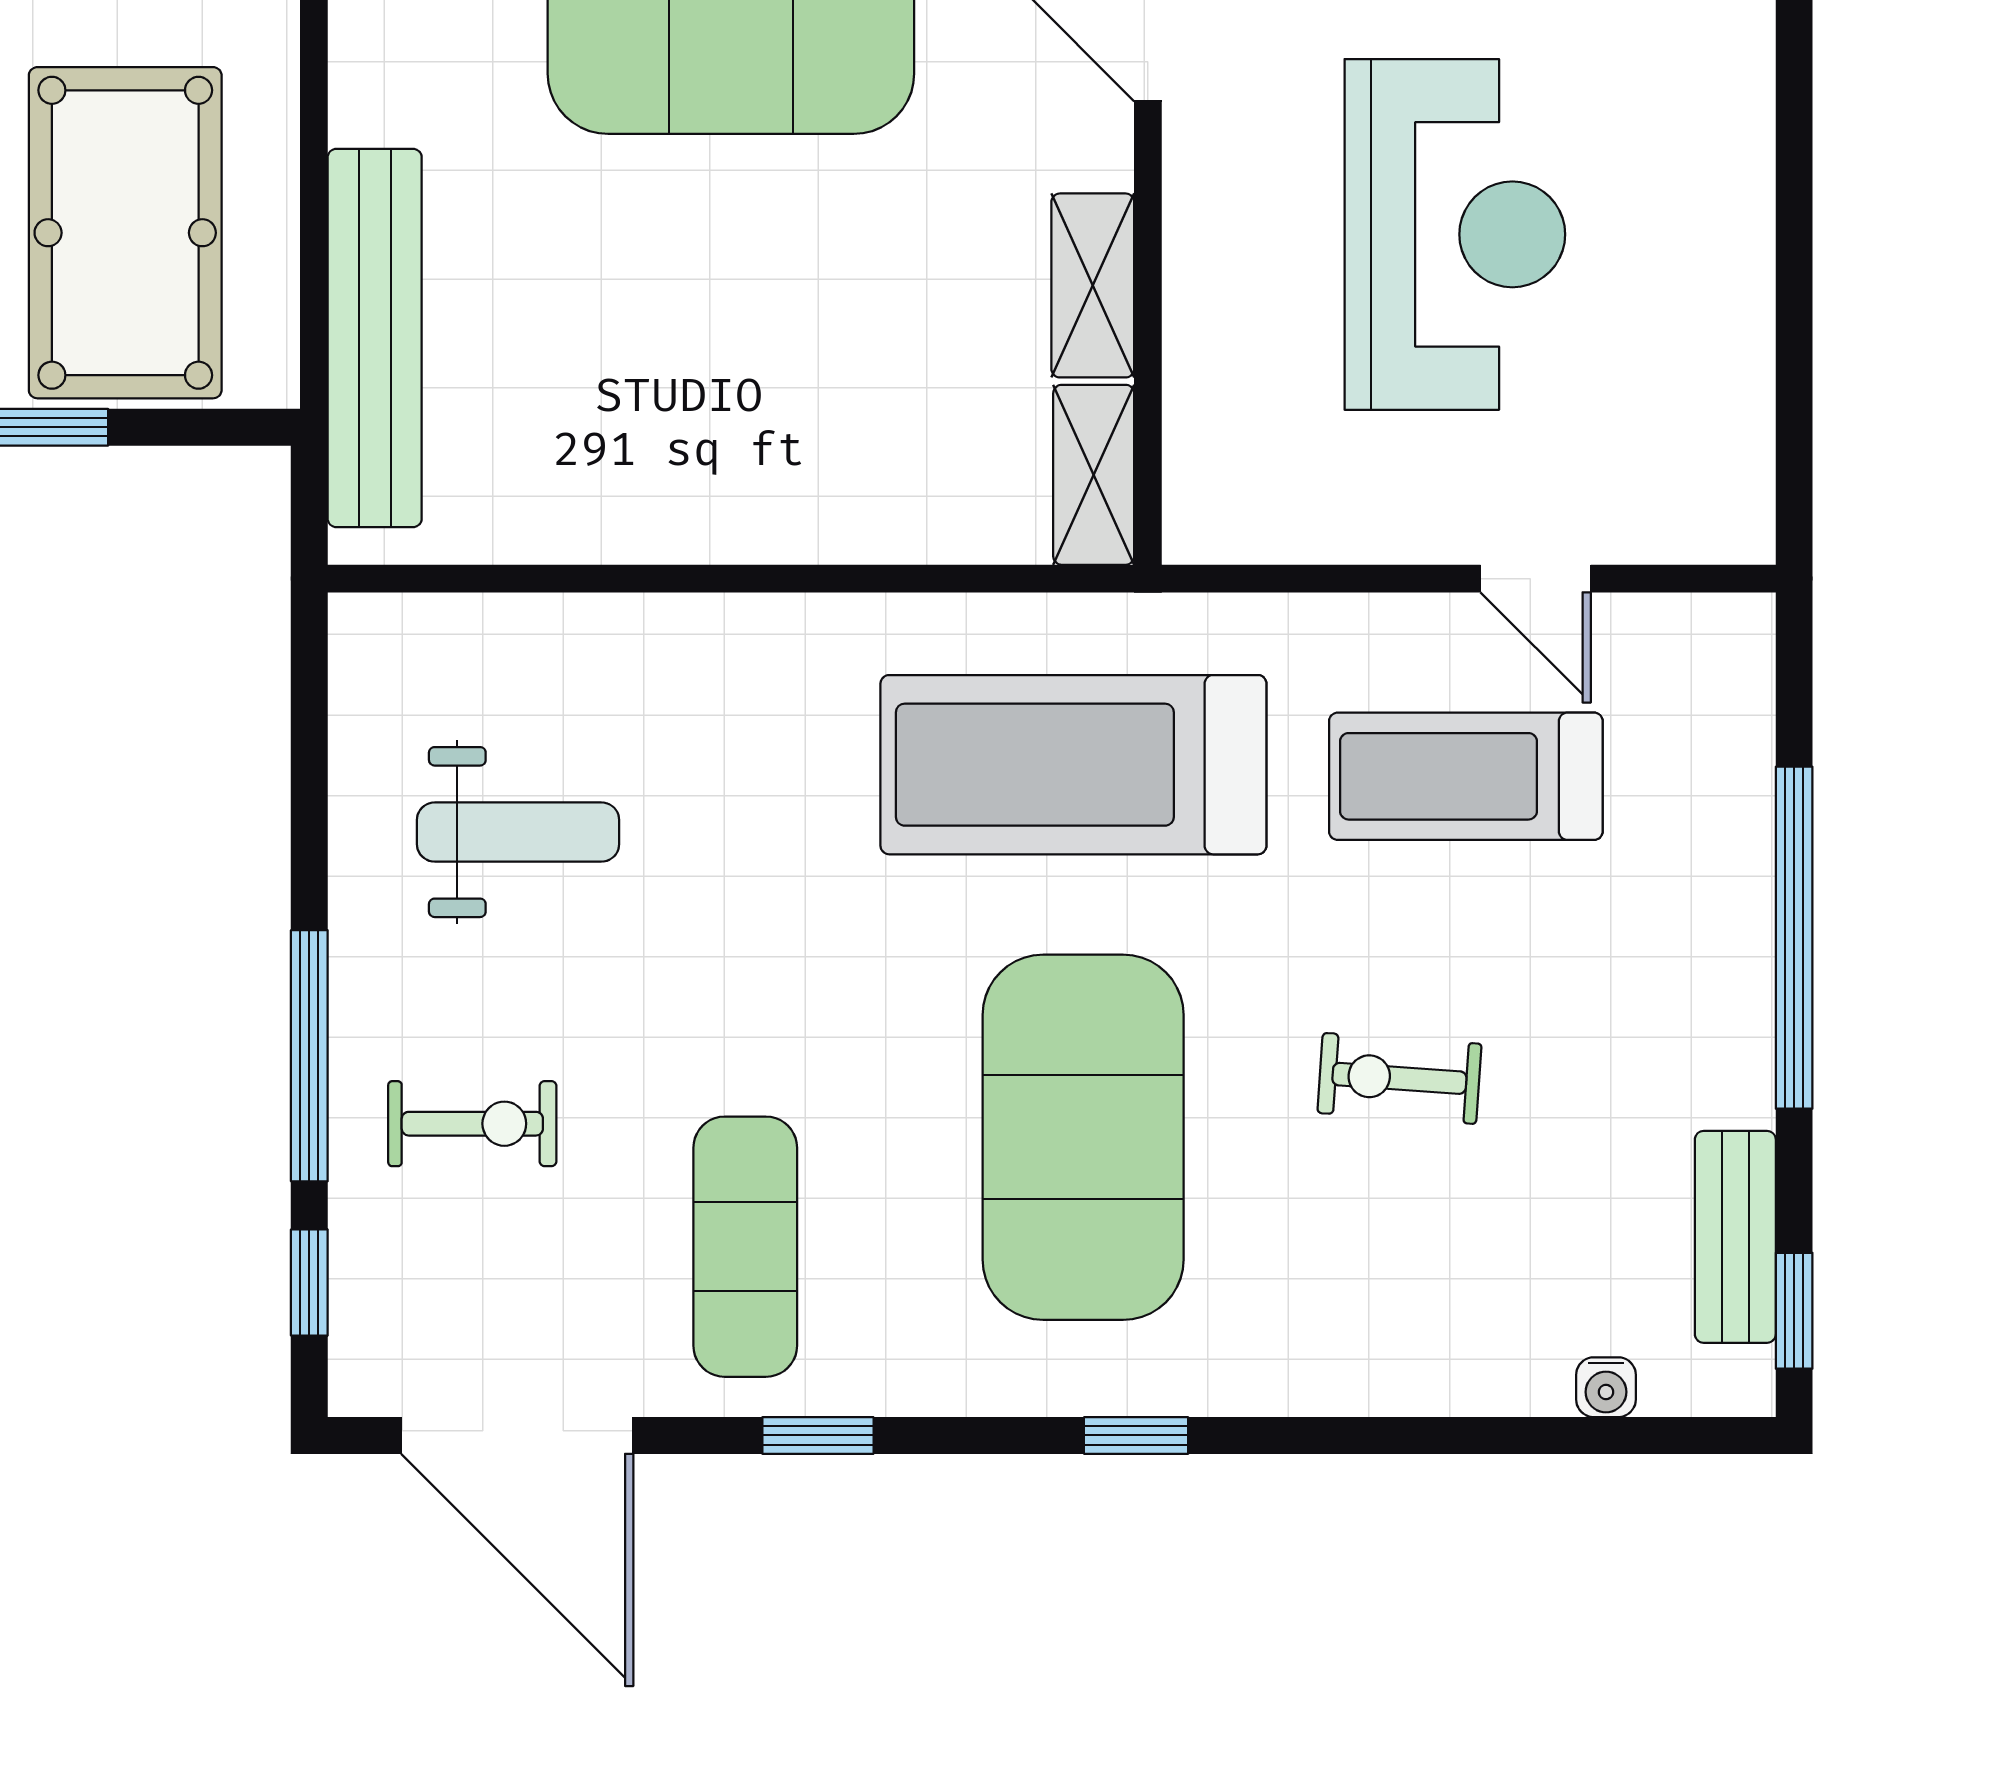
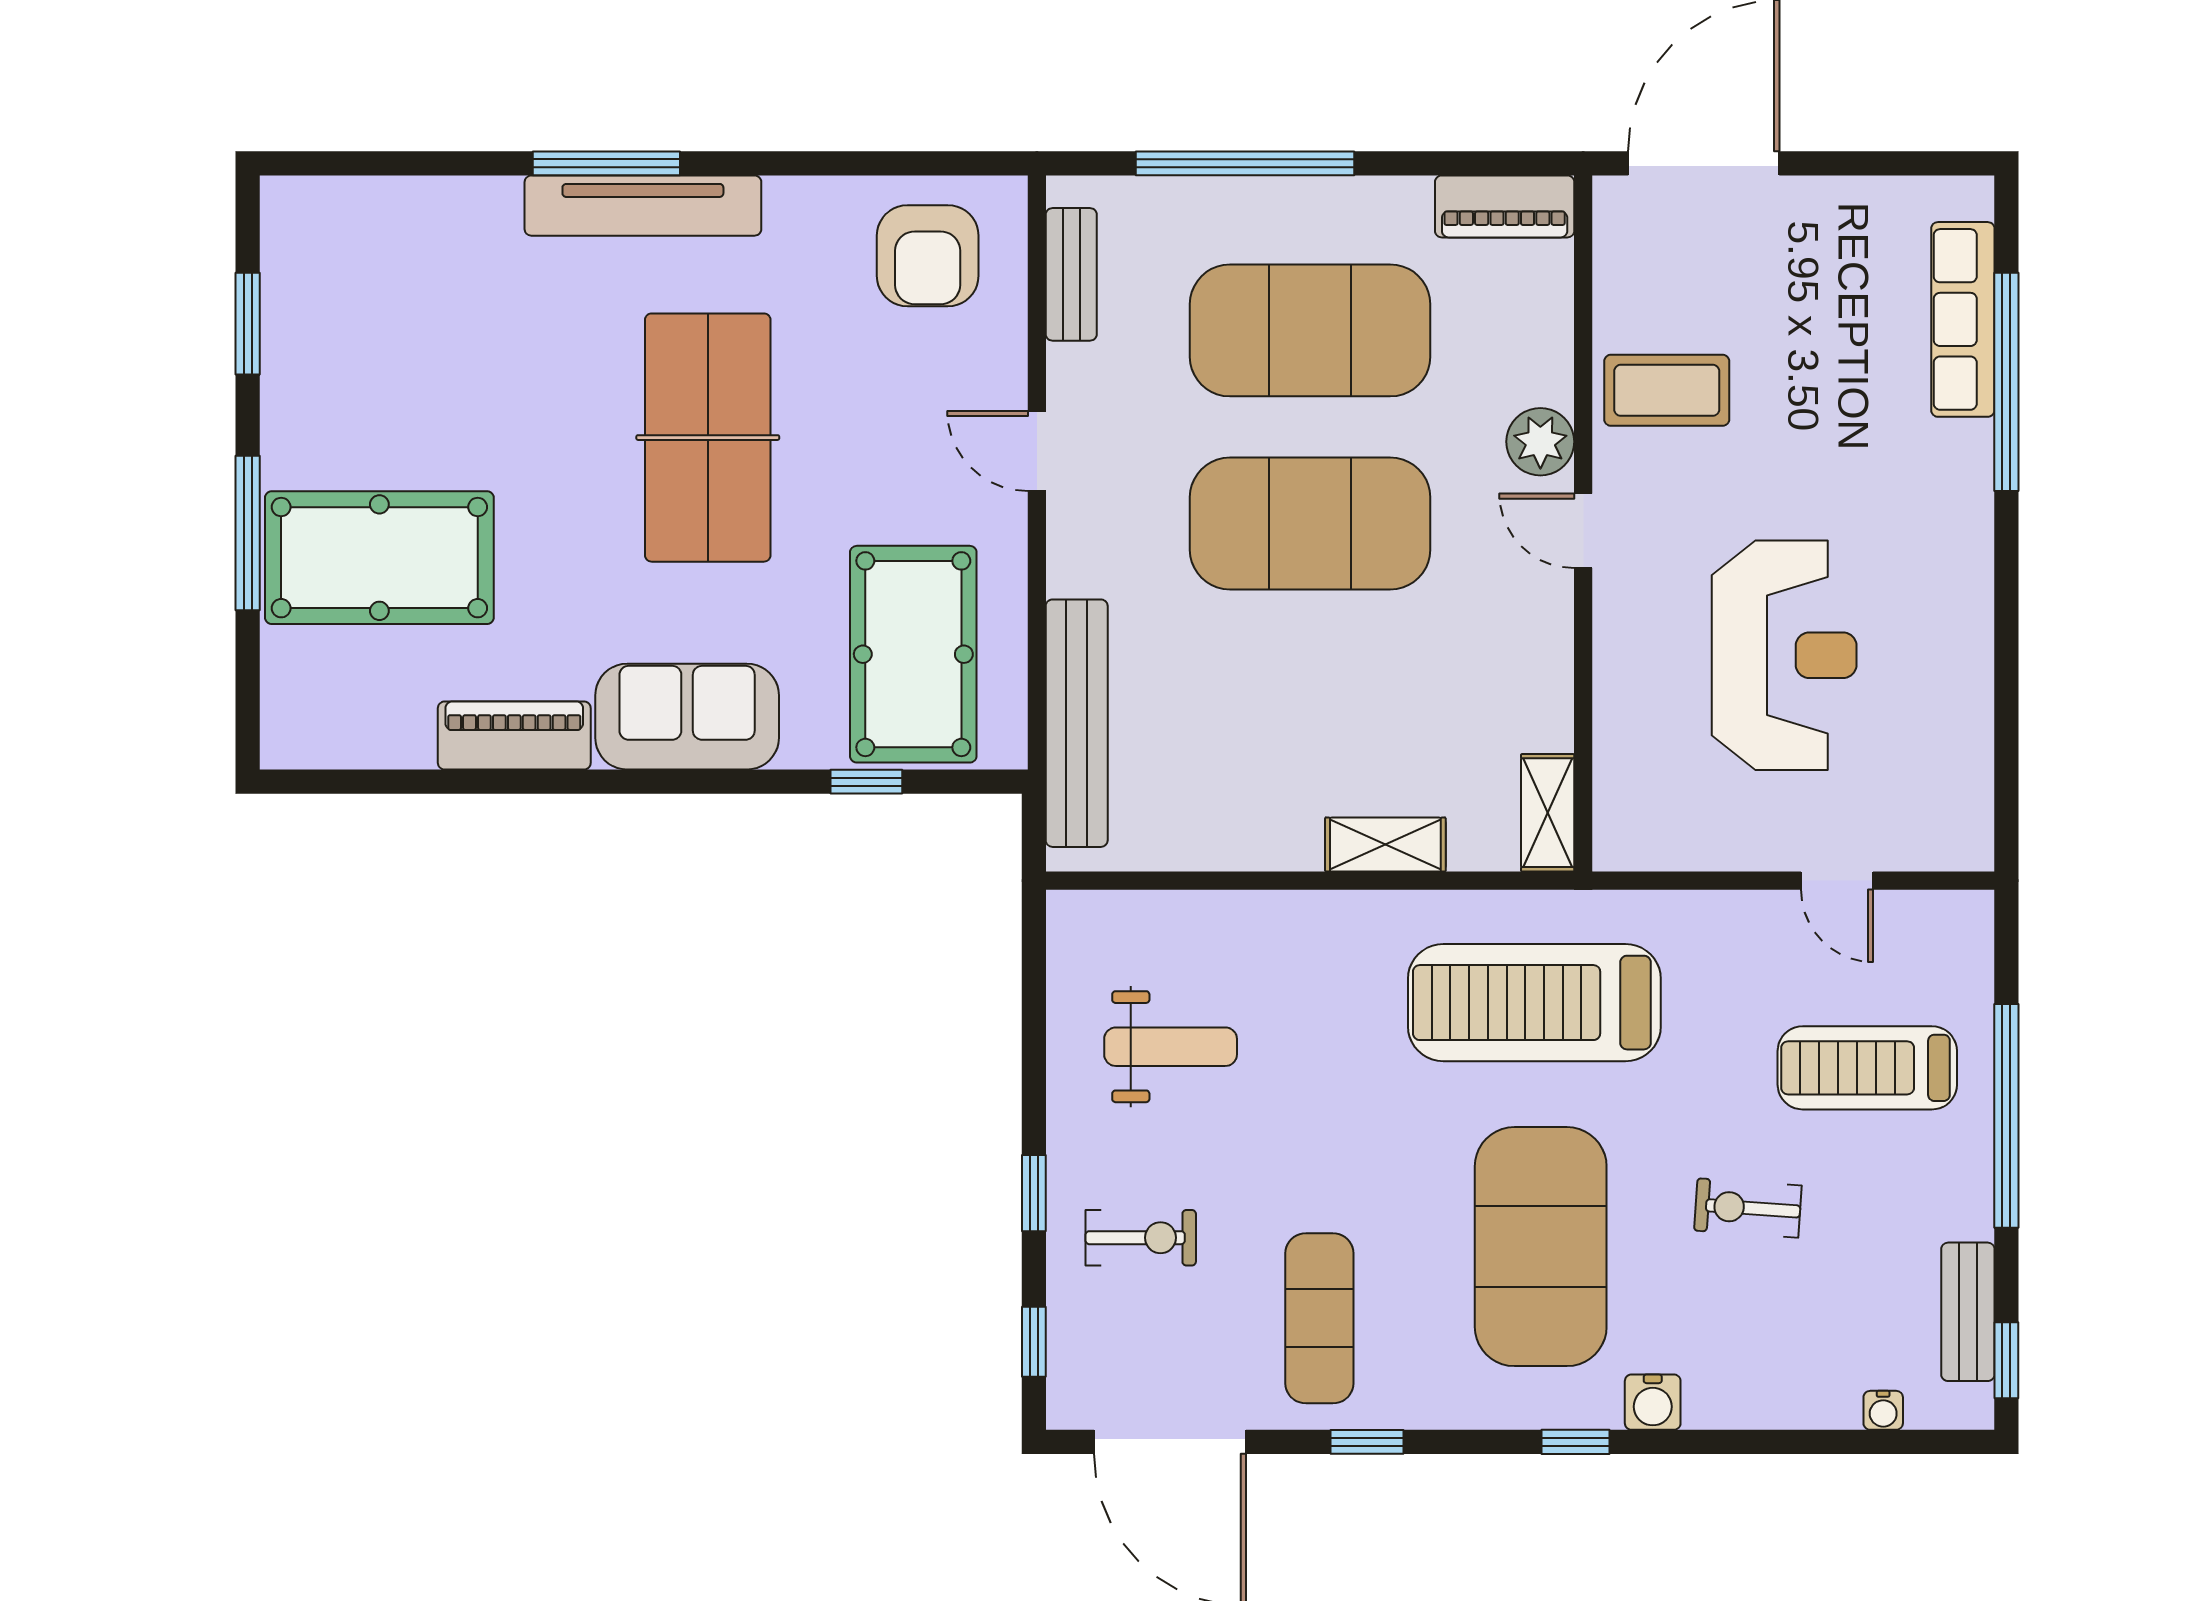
shelving: (1093, 285) -> (1385, 845), moved, turned 90
treadmill: (1466, 776) -> (1867, 1068), moved
window: (309, 1056) -> (1034, 1193), width x0.46
water cooler: (1254, 1375) -> (1653, 1402), added

